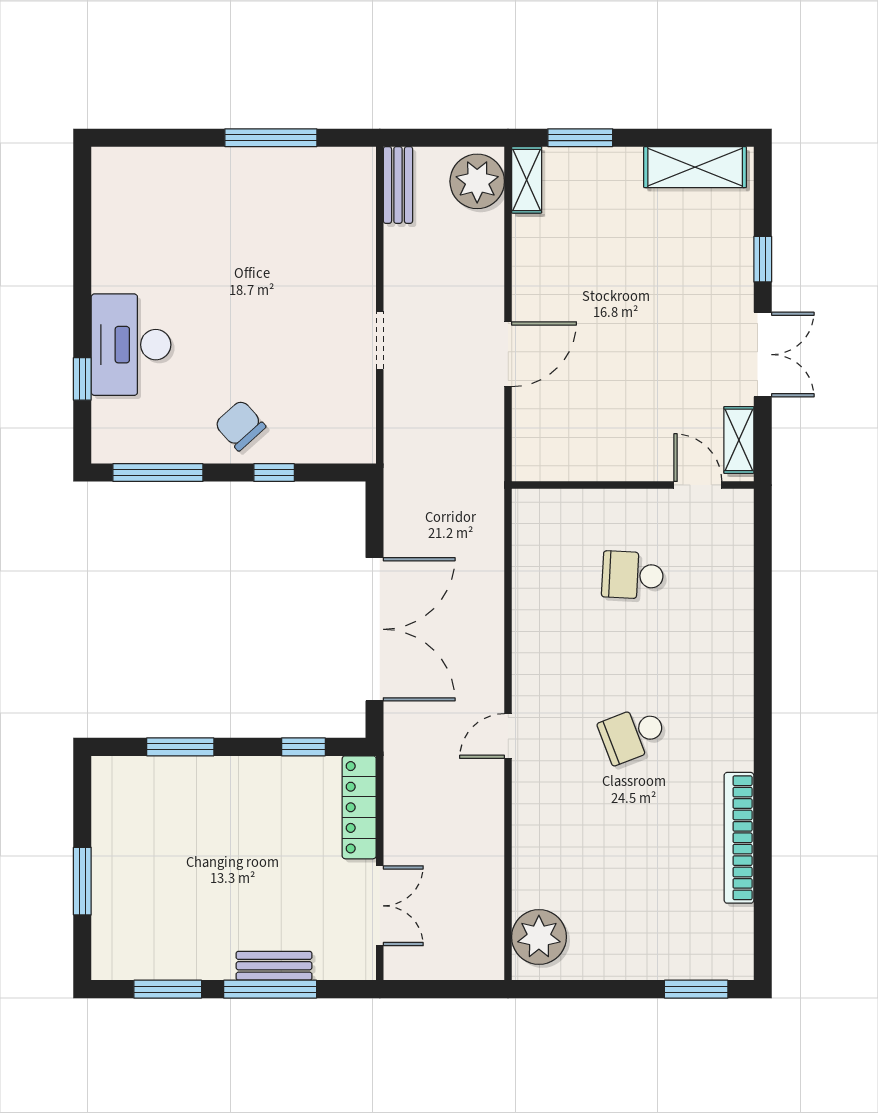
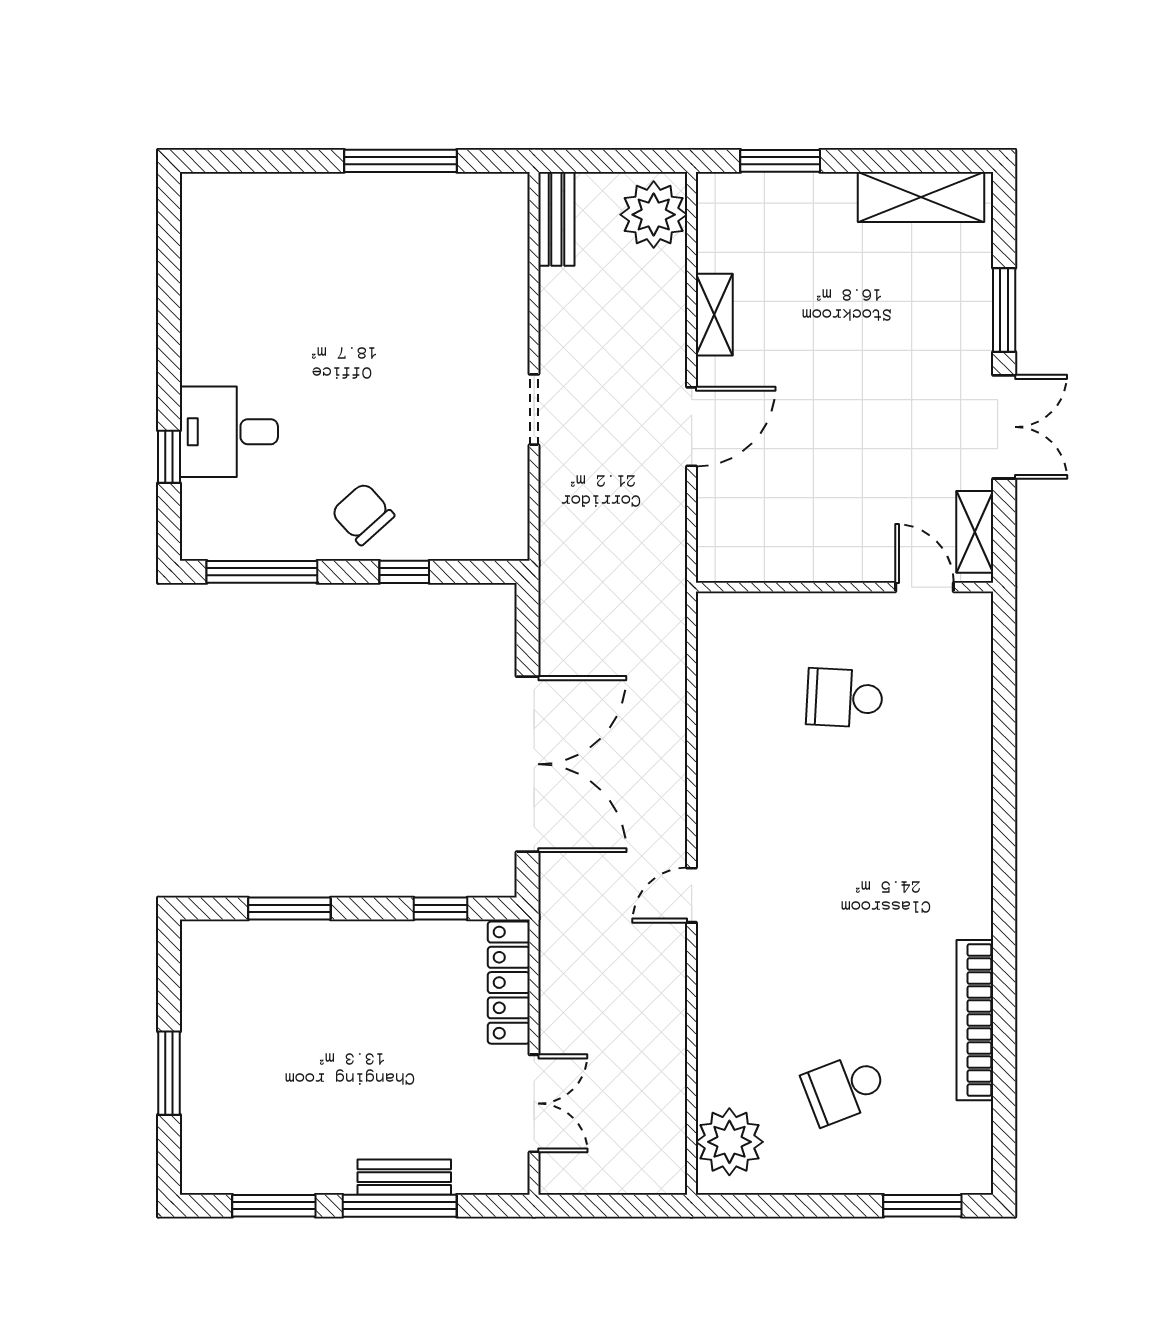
shelving: (527, 180) -> (714, 315), moved
window: (763, 259) -> (1004, 310), width x1.50
desk: (131, 345) -> (229, 432), width x0.73
school desk: (633, 734) -> (845, 1088), moved

